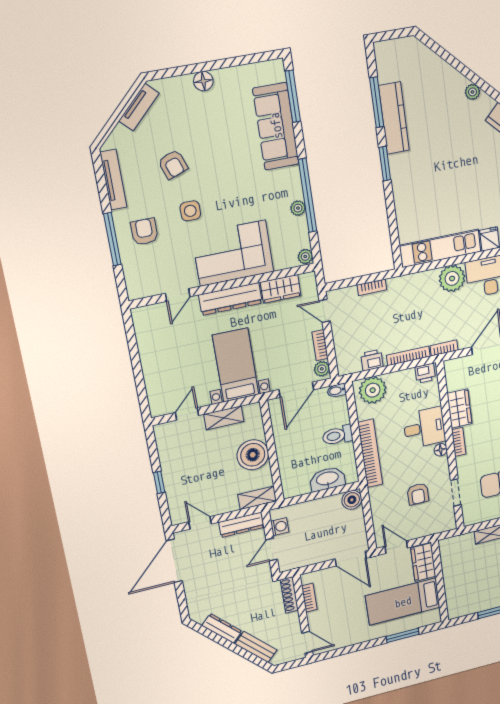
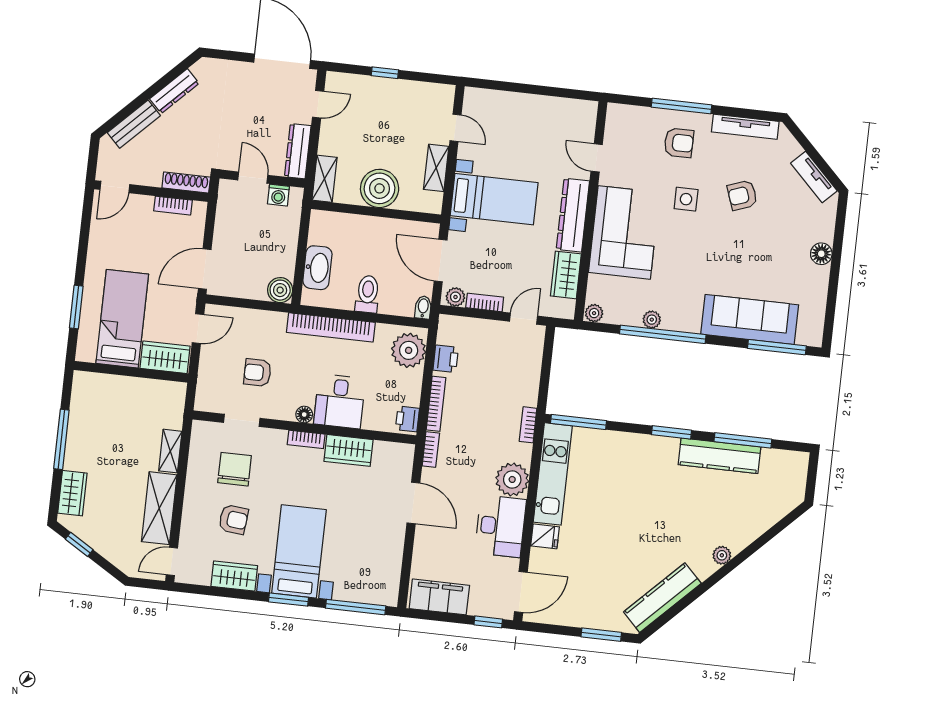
window: (395, 241) -> (578, 422), added
bookcase: (372, 287) -> (528, 425), moved

